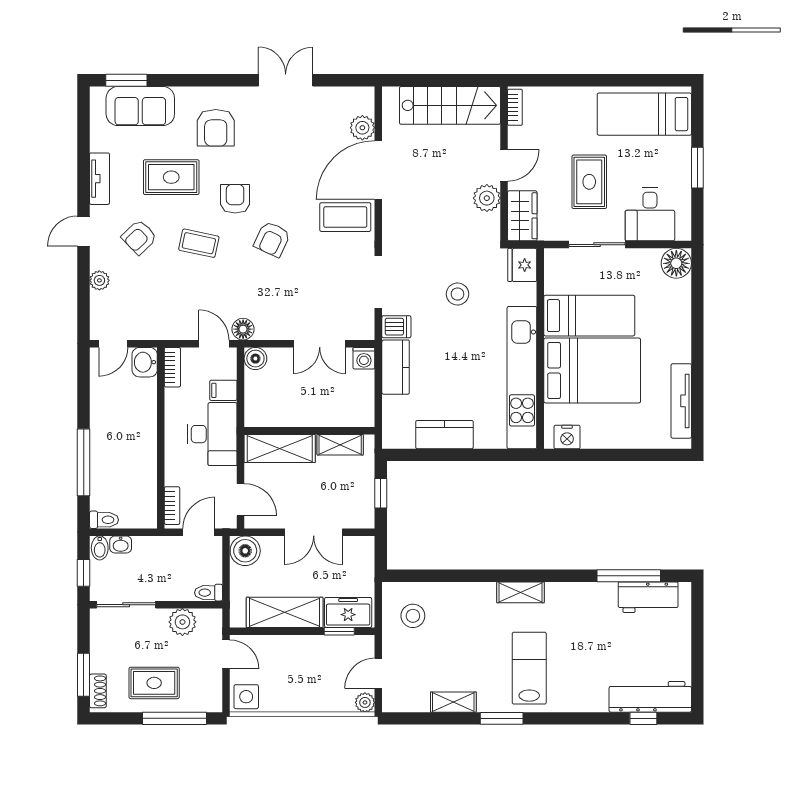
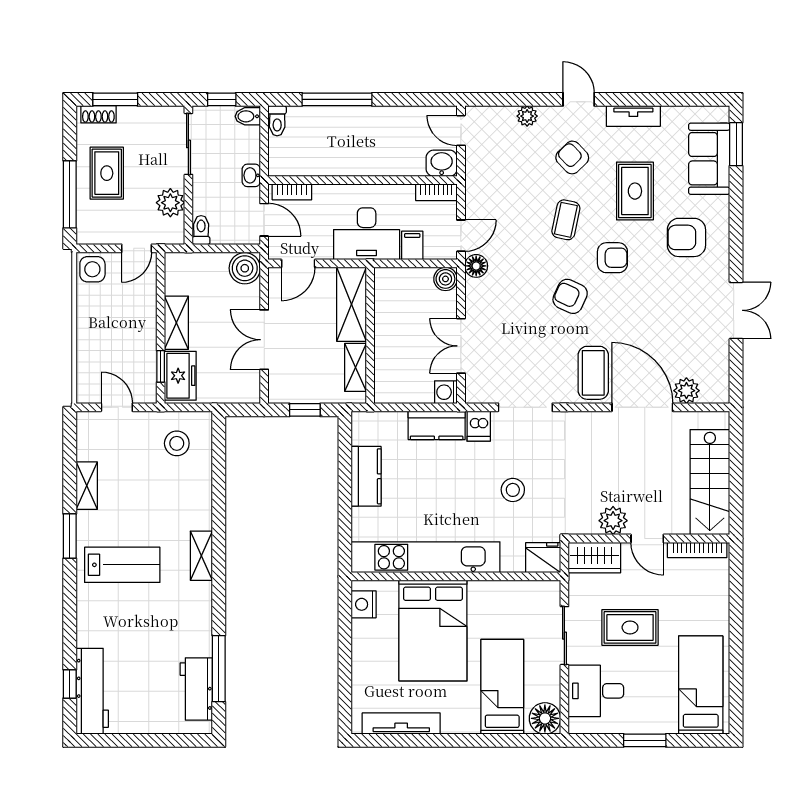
bookcase: (515, 107) -> (697, 550), width x1.56
bed: (589, 316) -> (502, 687), moved, turned 180
washbasin: (121, 545) -> (251, 175), moved
shelving: (285, 612) -> (176, 323), width x0.67, depth x0.75
plant: (365, 702) -> (86, 393), removed

